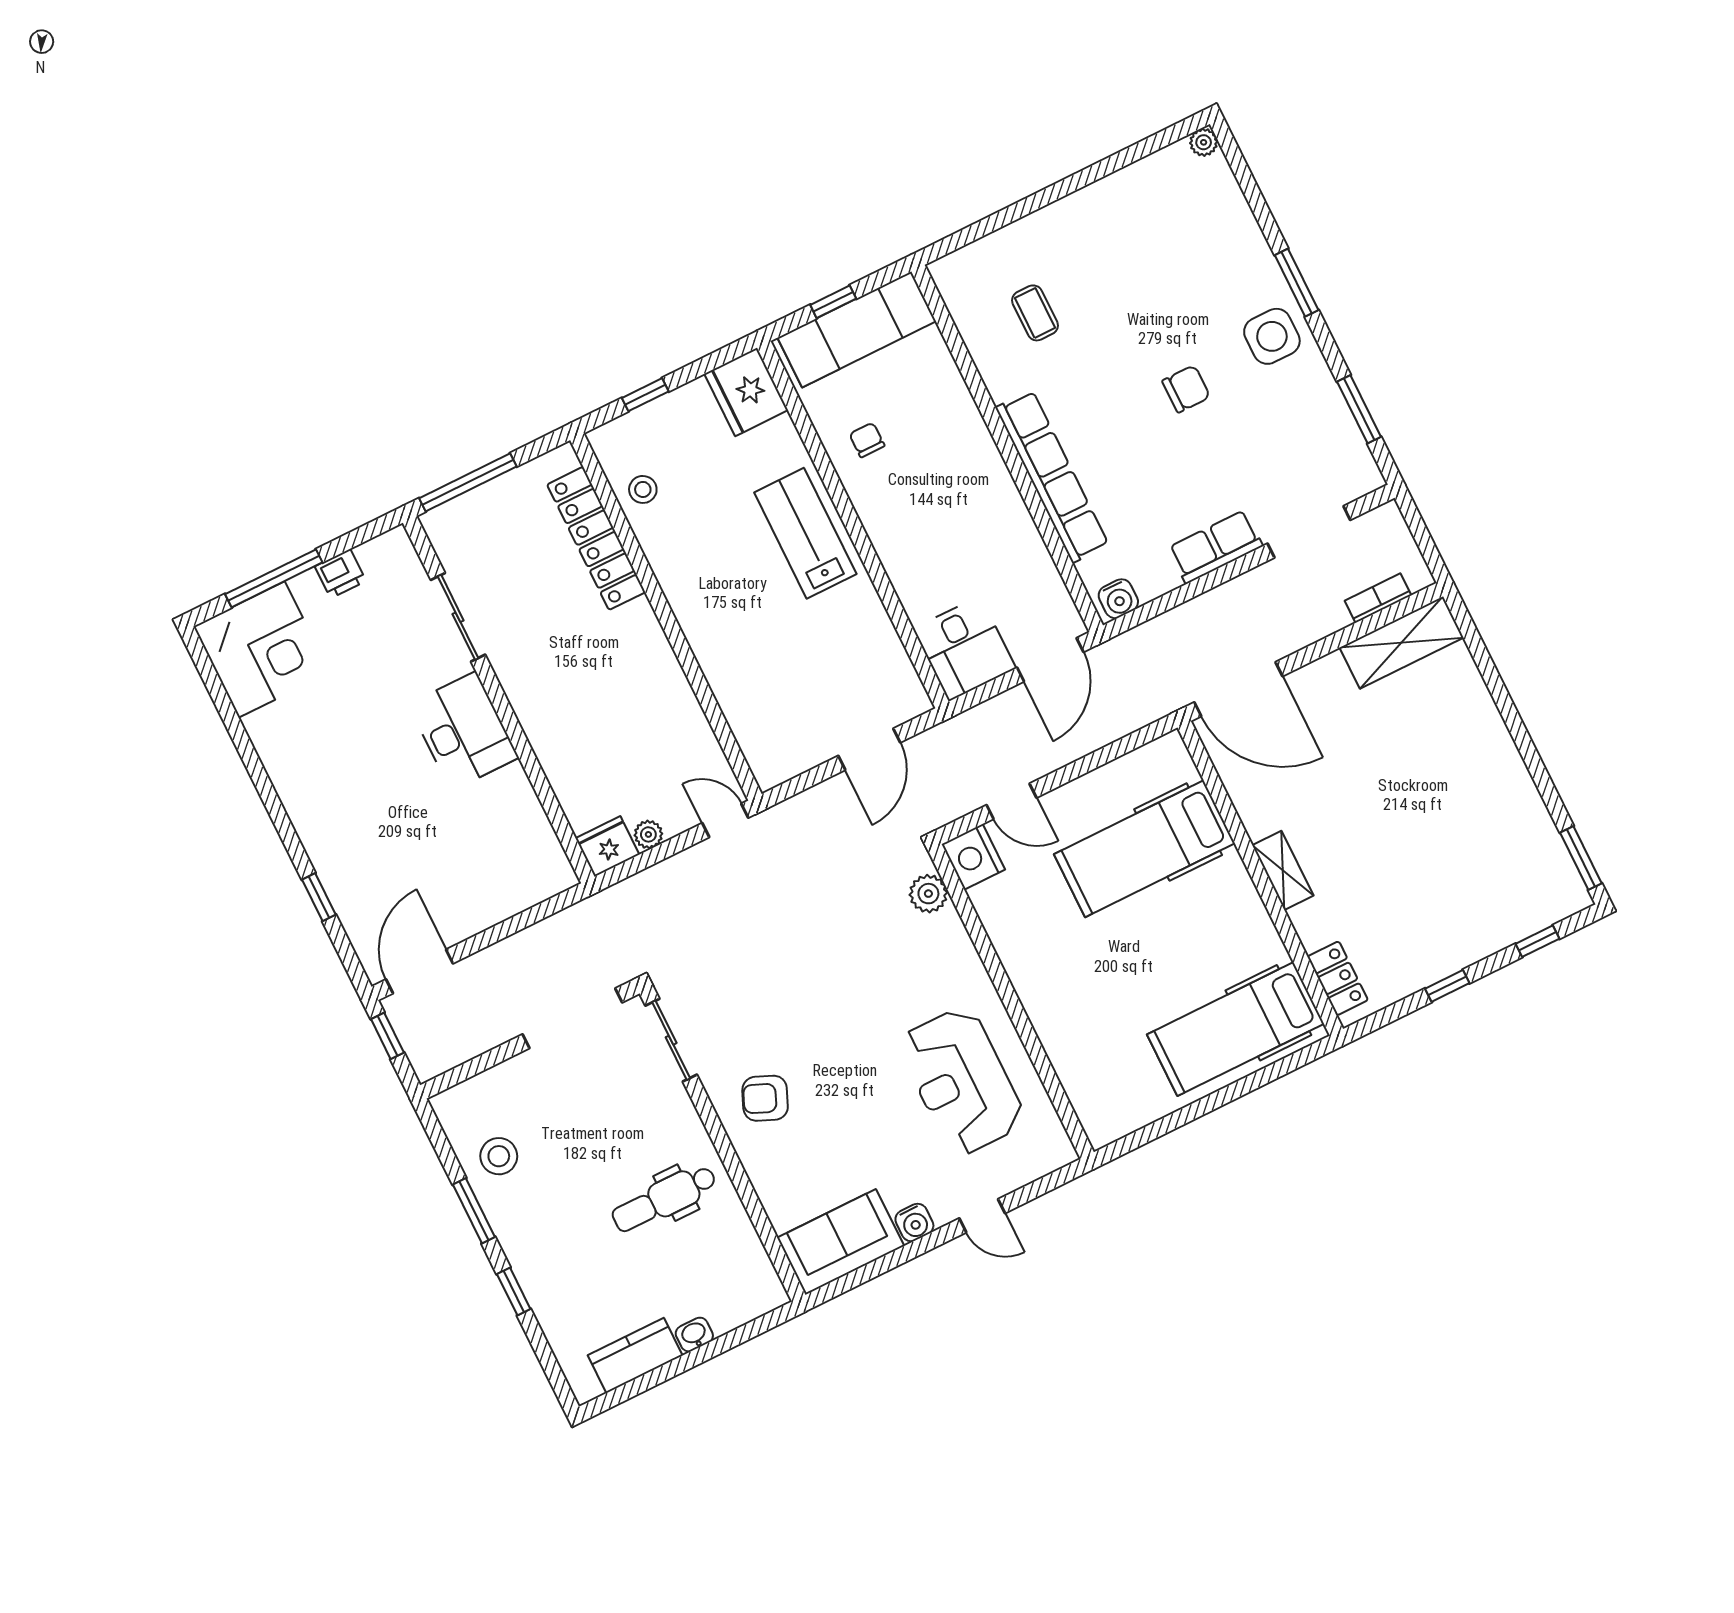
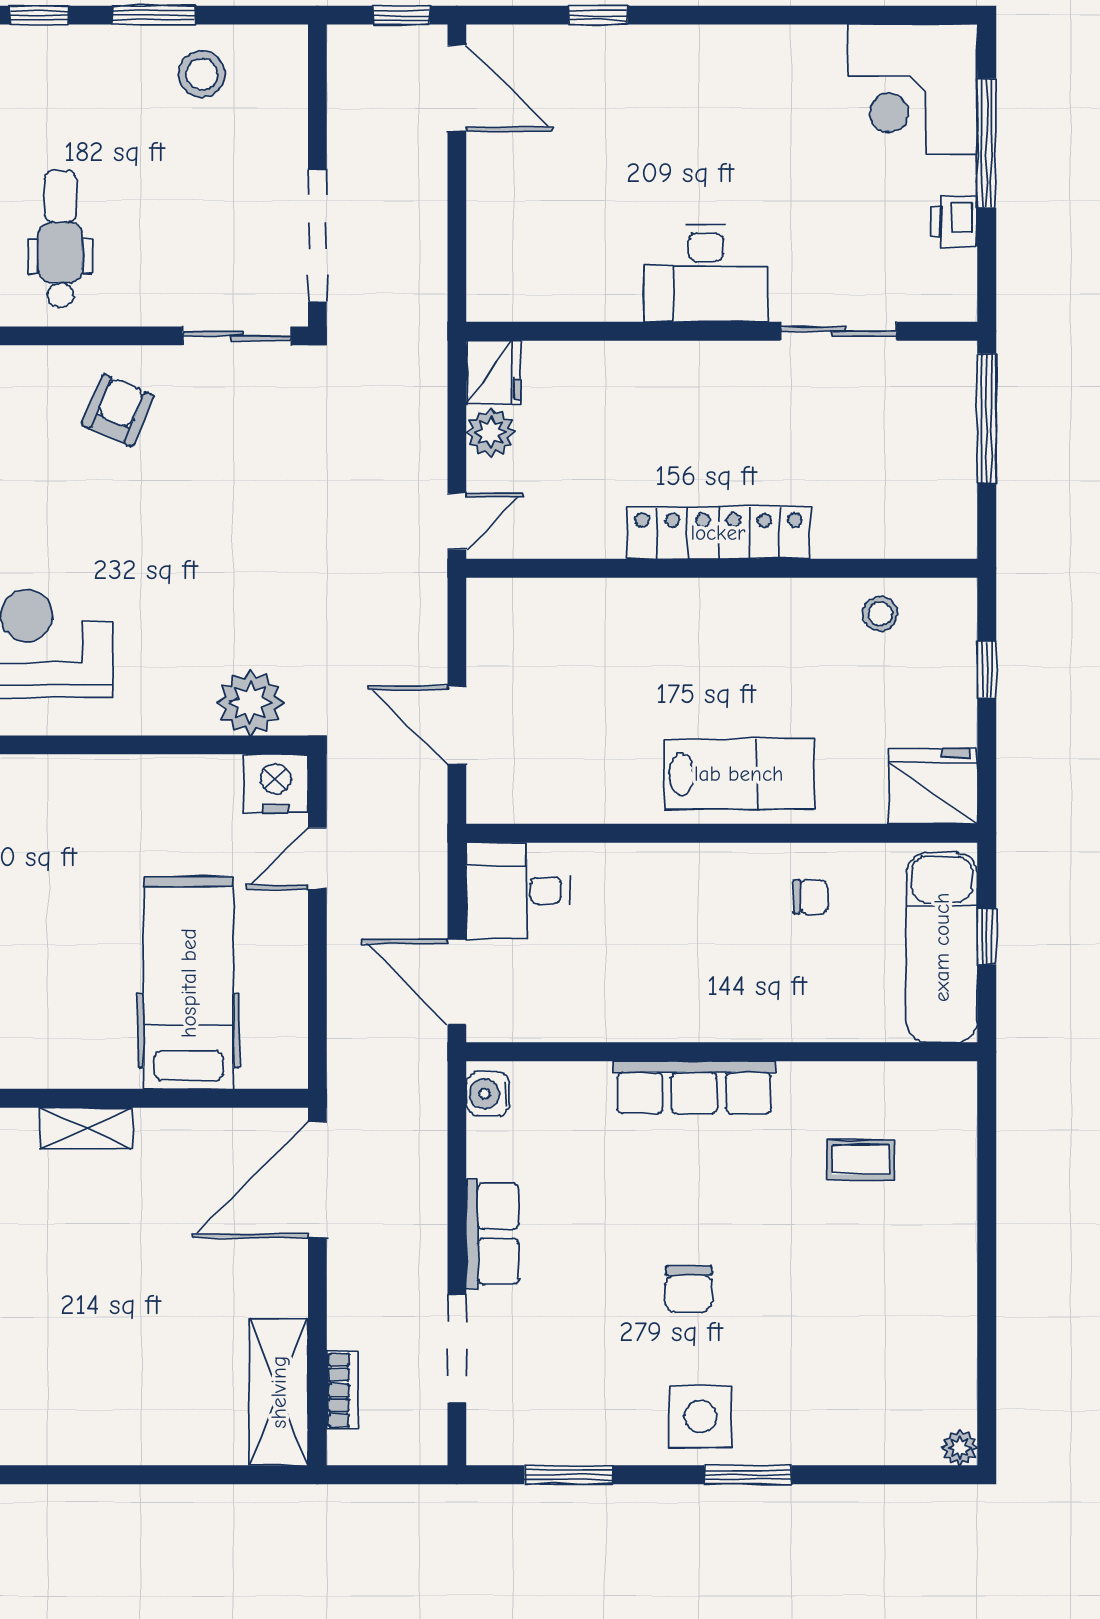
row of seats: (1052, 476) -> (694, 1087), width x0.73
locker: (596, 538) -> (718, 533), moved
plant: (648, 834) -> (491, 433), width x1.38, depth x1.38
plant: (928, 894) -> (250, 703), width x1.36, depth x1.36

